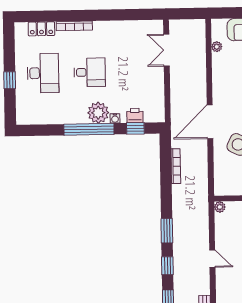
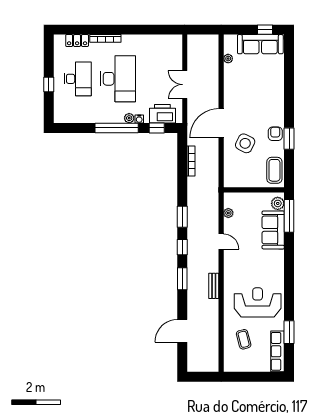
double door: (166, 50) -> (185, 85), moved
desk: (90, 72) -> (118, 79), width x1.87, depth x1.30
plant: (98, 113) -> (129, 118), width x0.53, depth x0.53
printer: (135, 116) -> (162, 114), width x1.87, depth x1.48
plant: (220, 207) -> (228, 213), moved

